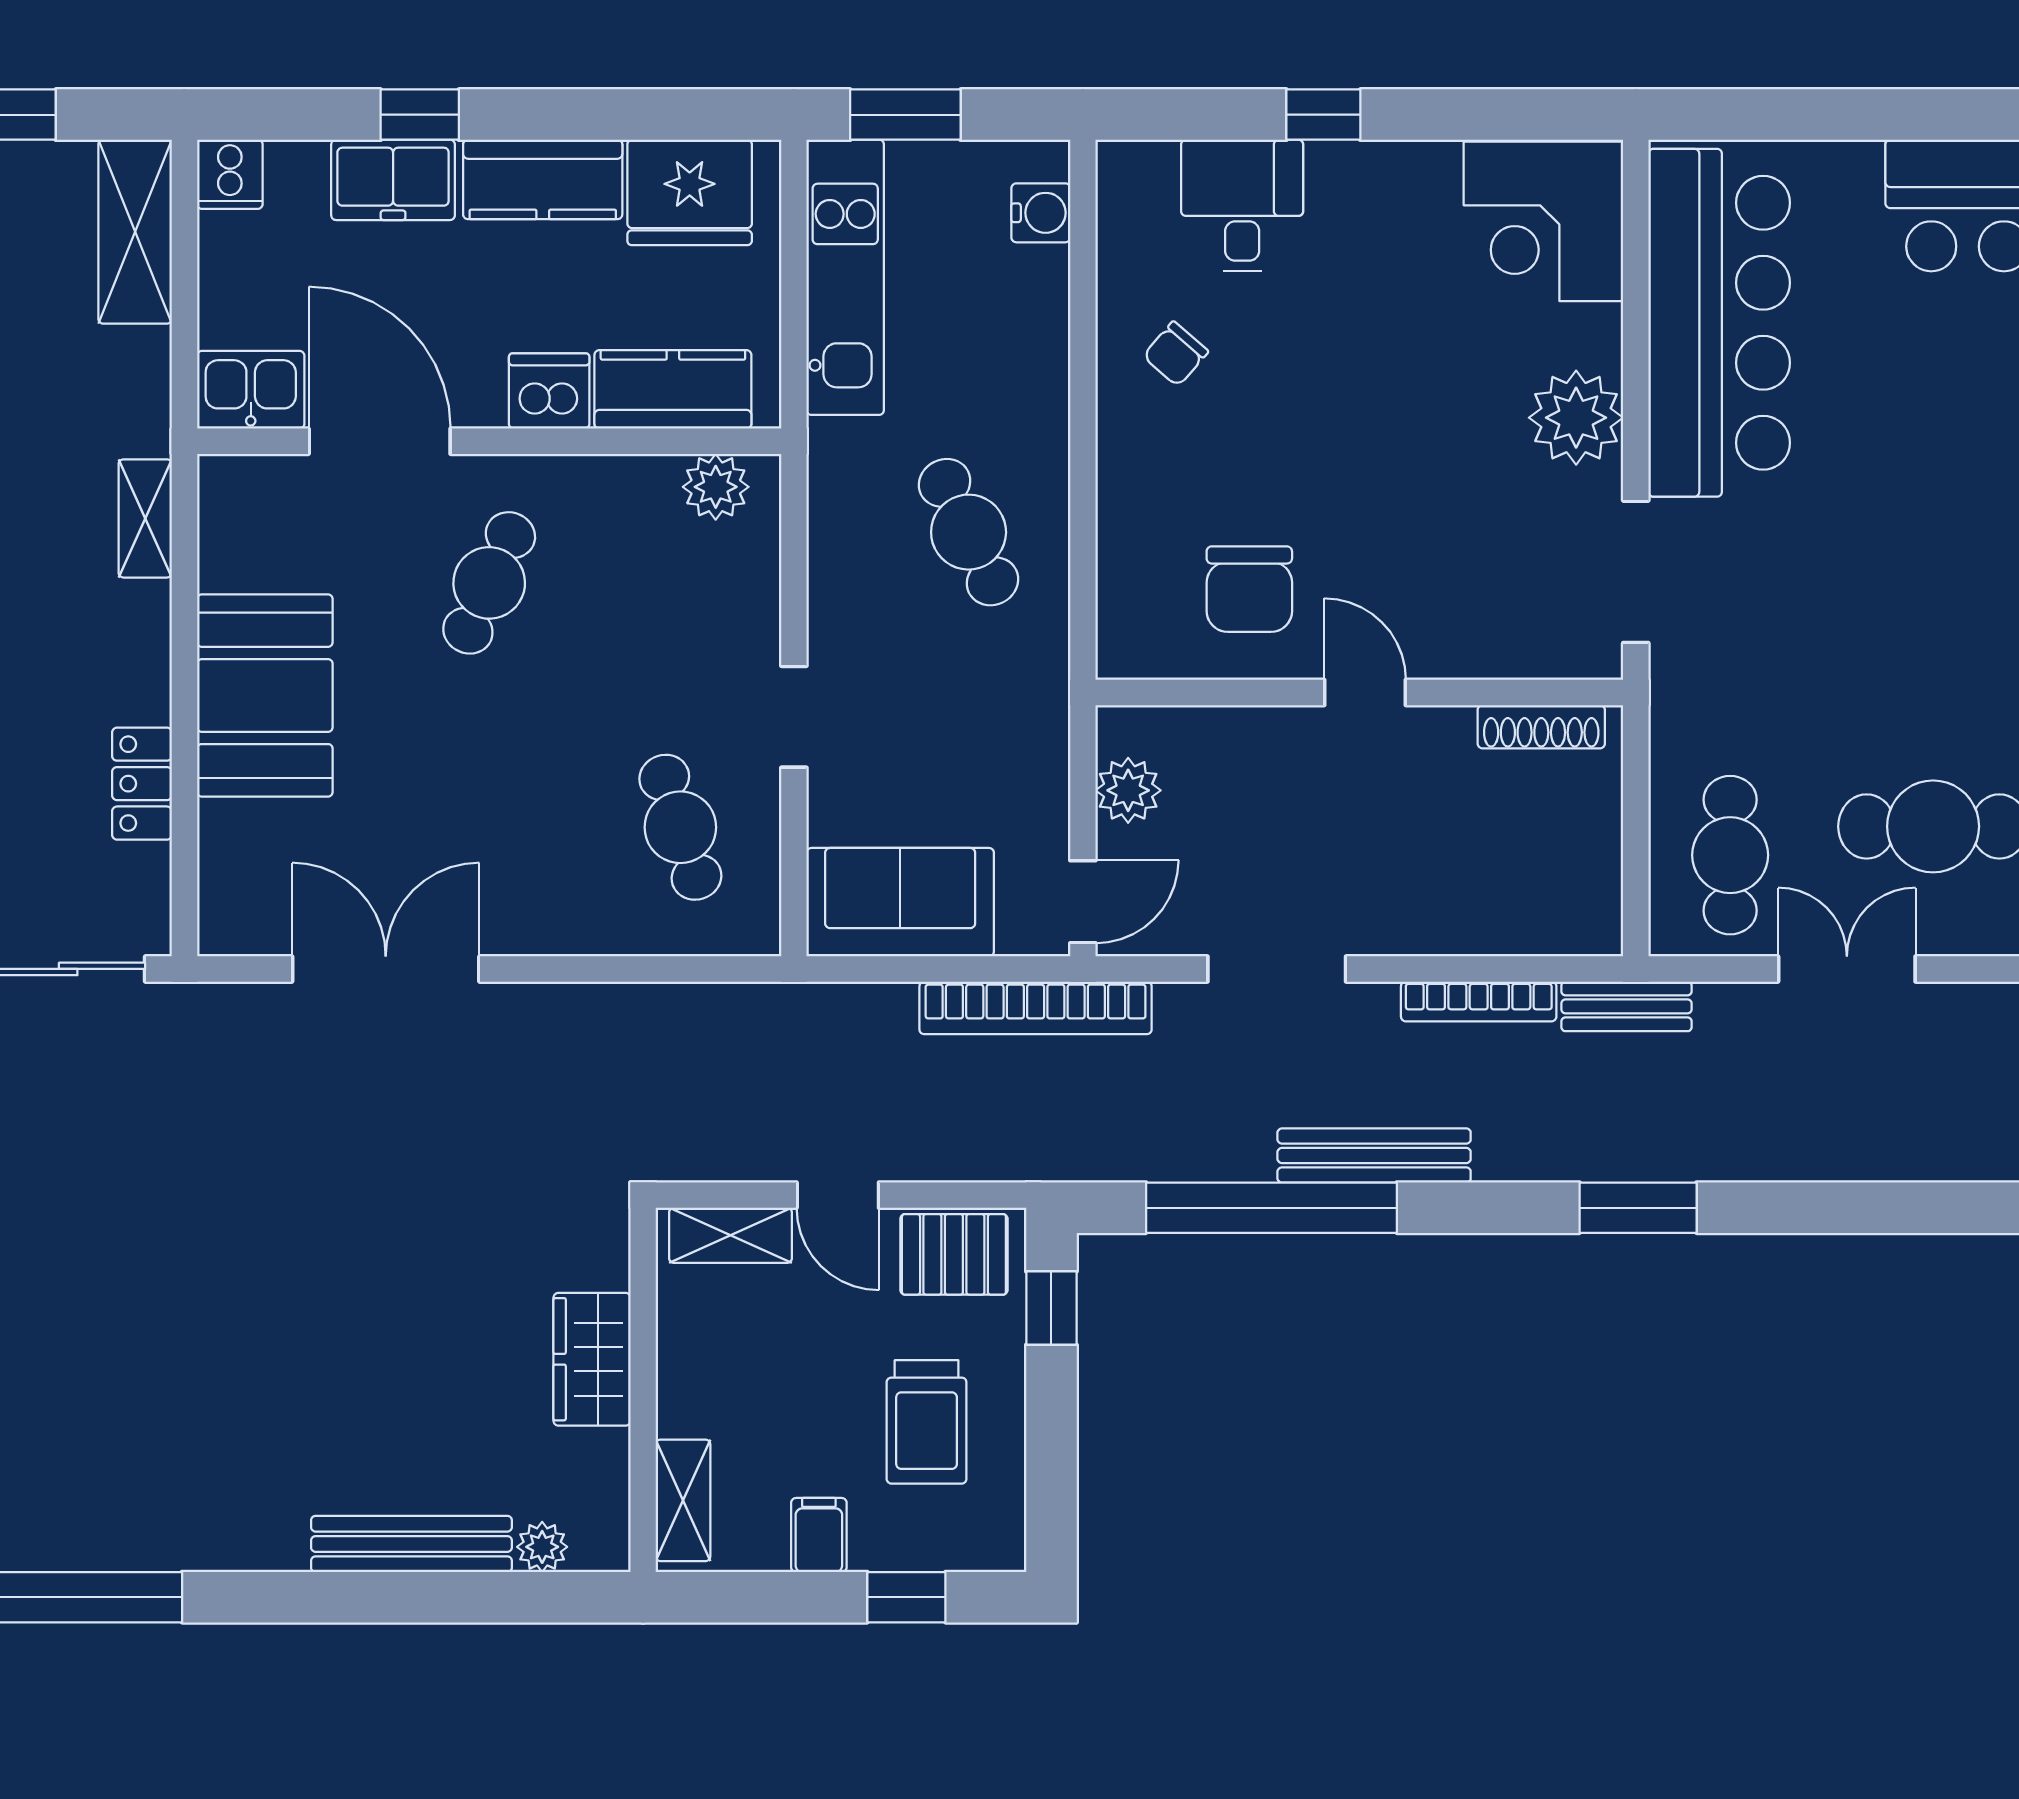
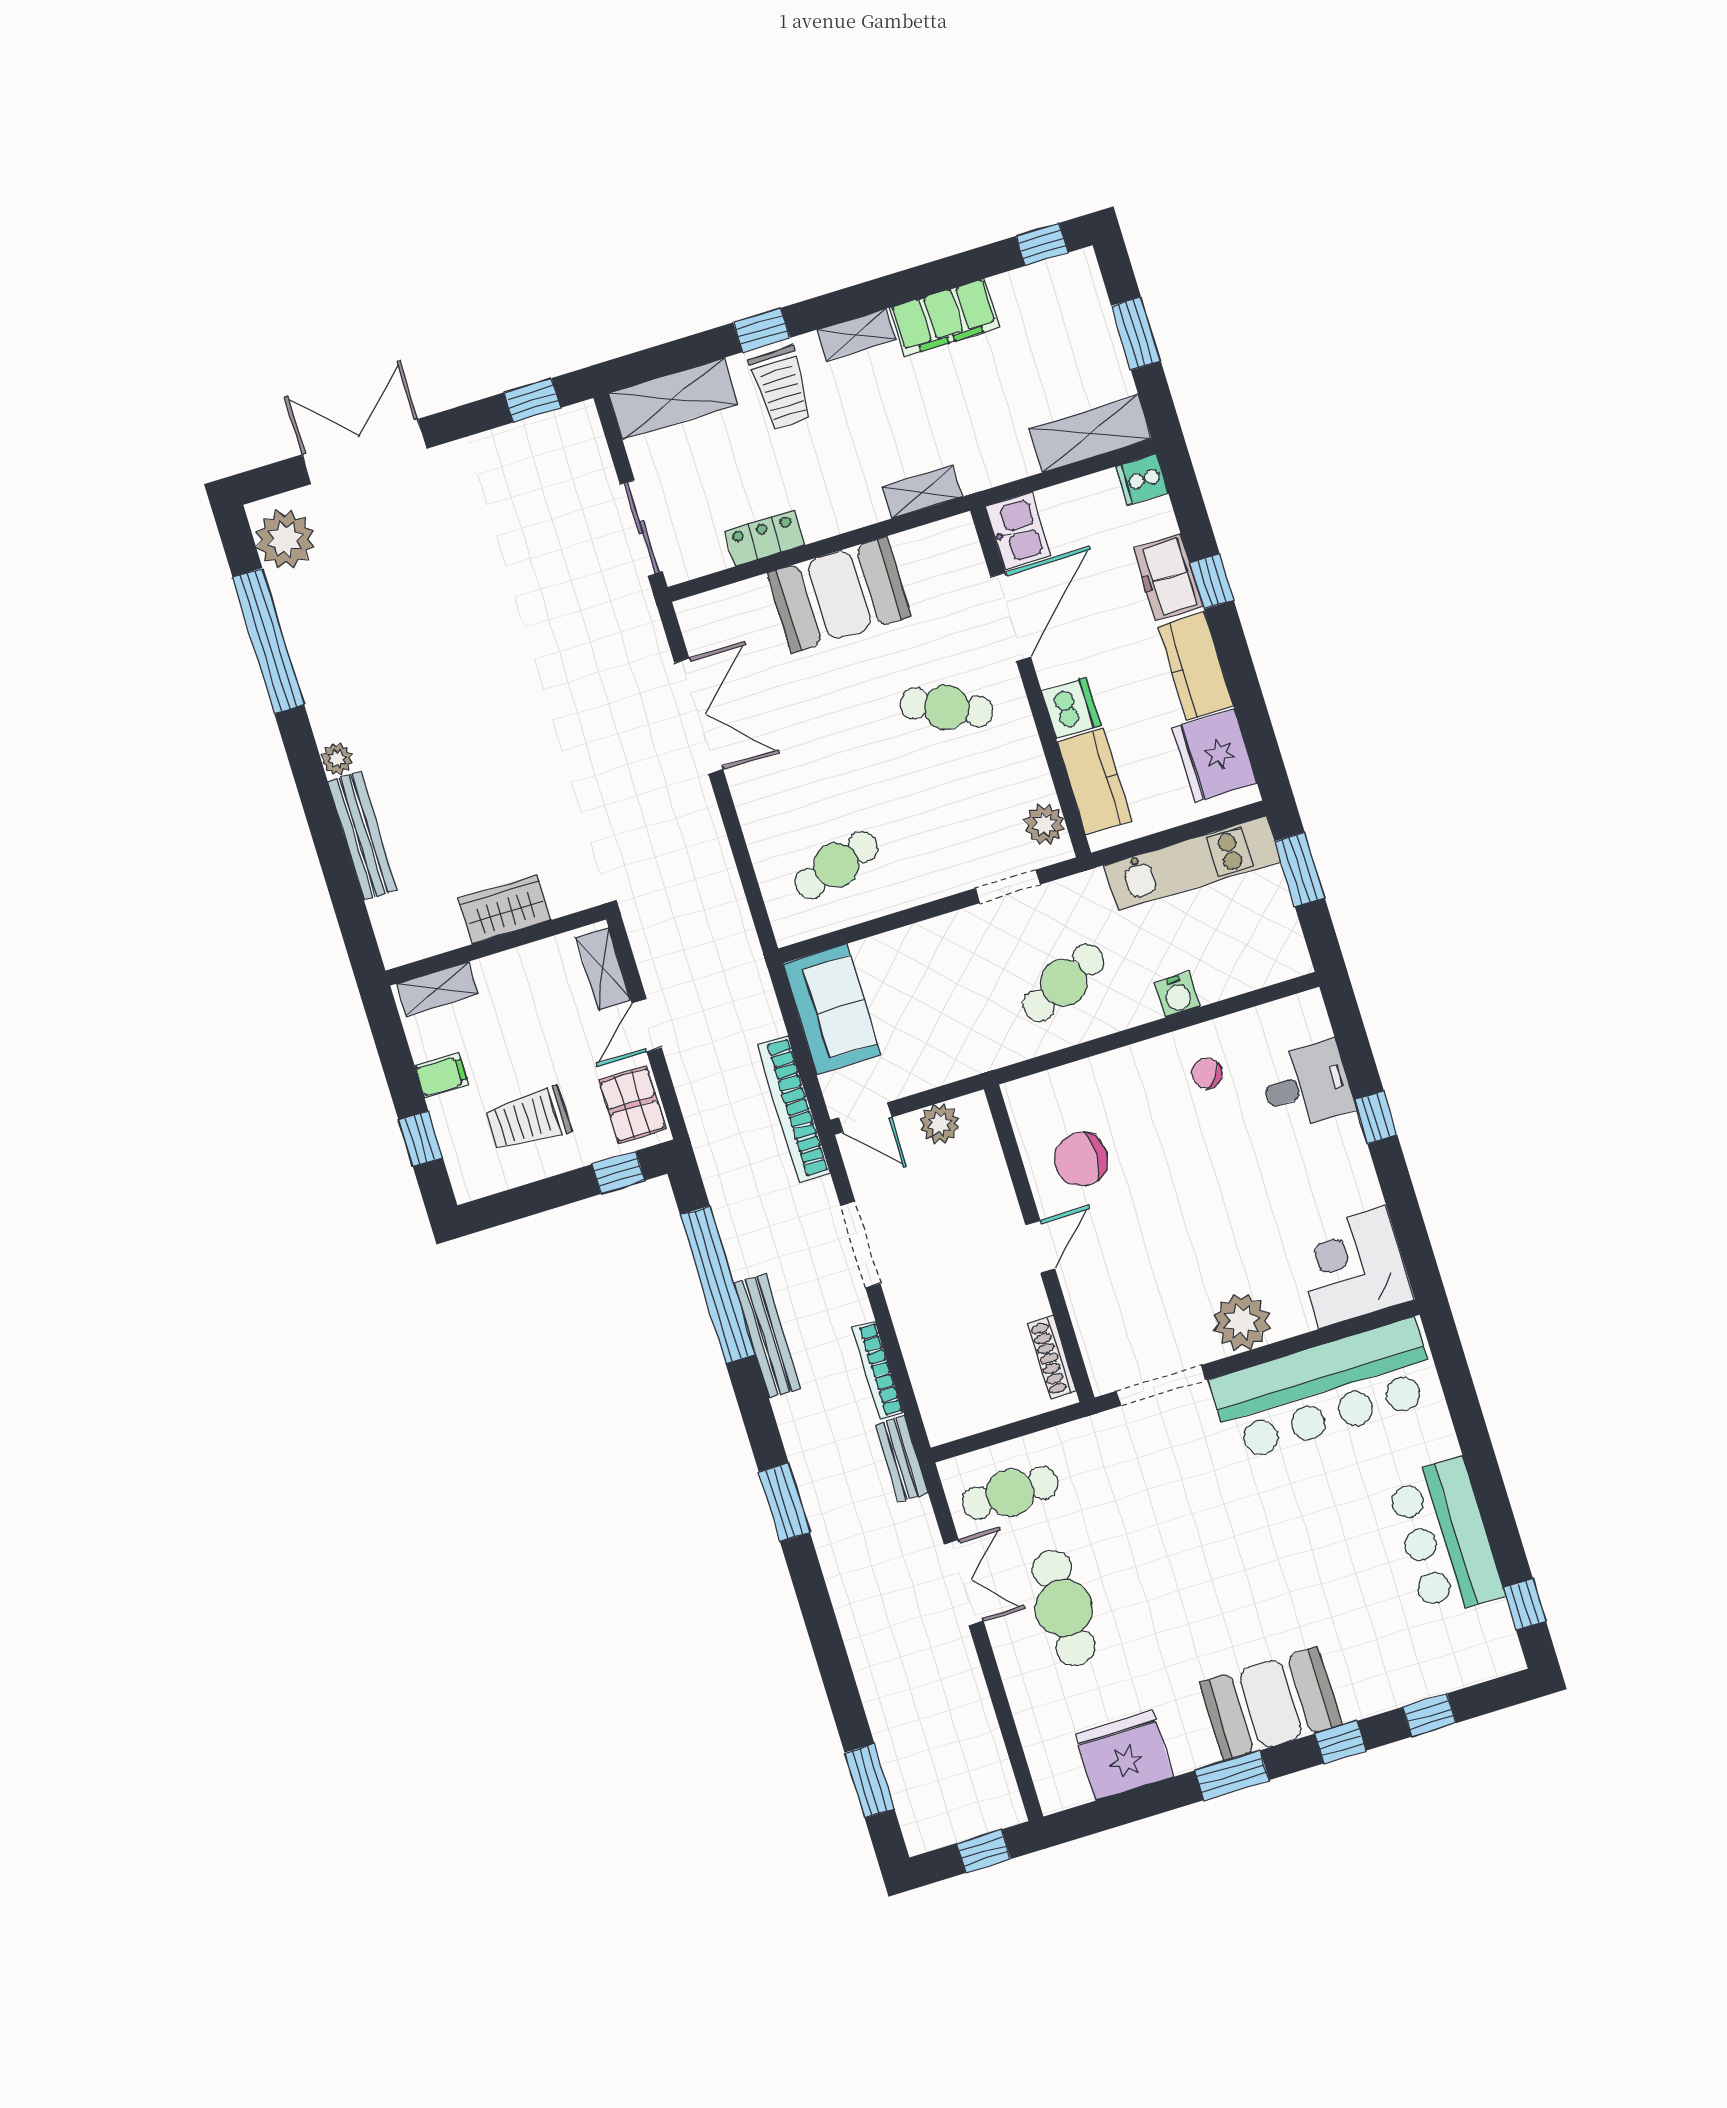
water cooler: (1041, 213) -> (1177, 995), moved
doorway: (794, 717) -> (1008, 886), moved
plant: (542, 1547) -> (337, 759), moved

